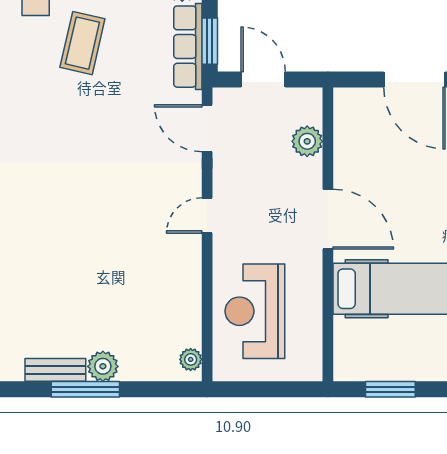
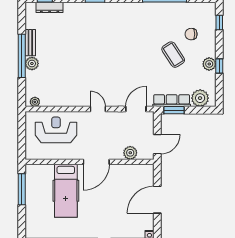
coffee table: (82, 43) -> (173, 55), turned 44
door: (263, 79) -> (157, 144), moved
window: (85, 389) -> (22, 56), width x1.46
window: (390, 389) -> (22, 189), width x1.44

